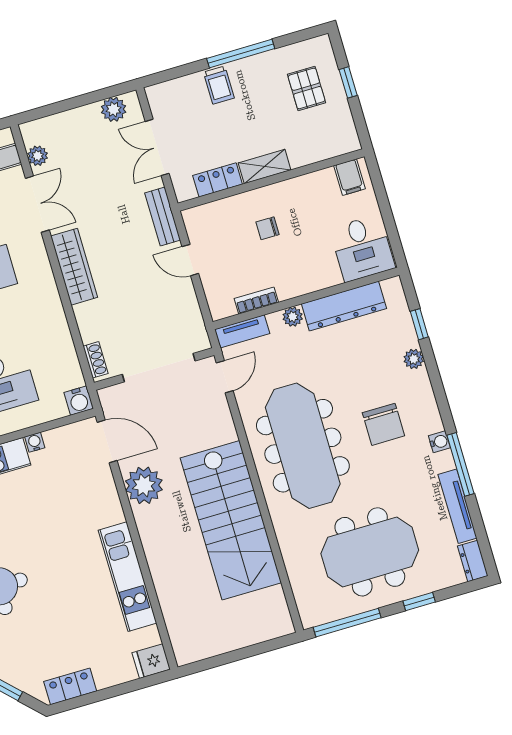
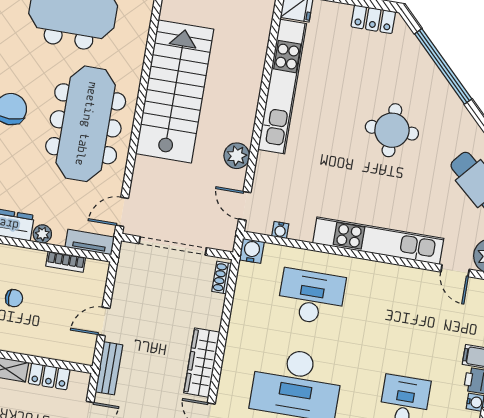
chair: (267, 228) -> (14, 298), moved
door: (190, 260) -> (104, 321), swing flipped
door: (107, 441) -> (245, 206), width x0.73
water cooler: (35, 442) -> (280, 230), moved
plant: (144, 485) -> (237, 156), width x0.73, depth x0.73
kitchen unit: (128, 577) -> (282, 87), width x1.36

